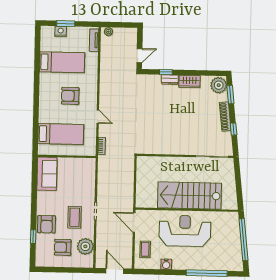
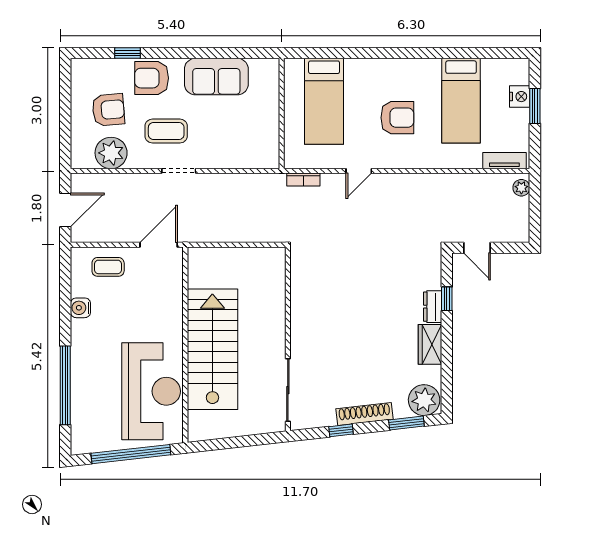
armchair: (70, 96) -> (397, 118), turned 90
sofa: (47, 174) -> (216, 77), moved
reception desk: (185, 231) -> (151, 391), moved
armchair: (63, 247) -> (108, 110), turned 85

